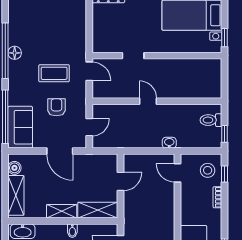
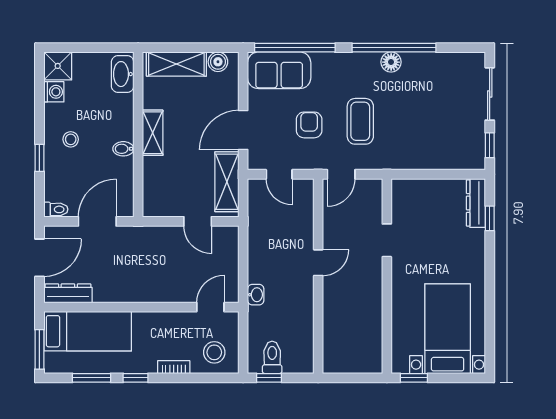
door: (89, 71) -> (341, 174), moved
armchair: (56, 107) -> (309, 125), turned -90
toilet: (211, 120) -> (272, 357), moved
window: (225, 174) -> (136, 378), moved
shelving: (98, 210) -> (227, 182), moved

